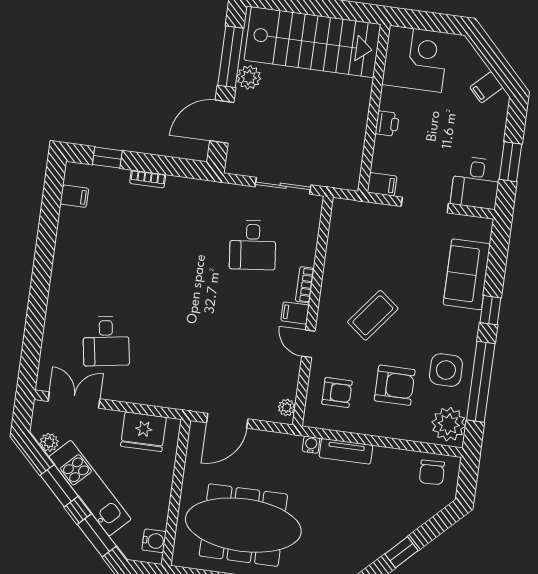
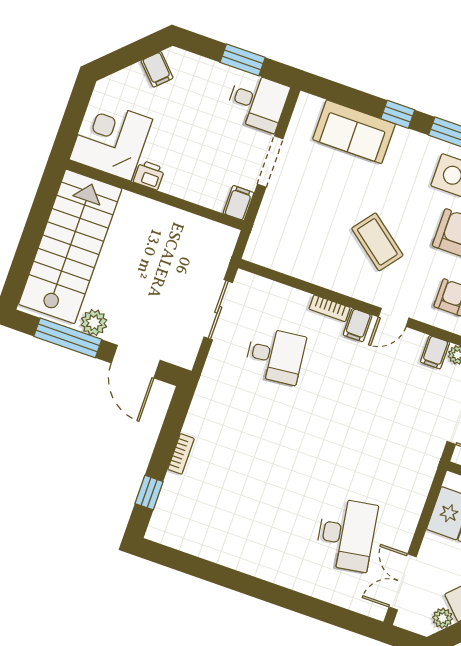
printer: (387, 124) -> (149, 175), moved
filing cabinet: (74, 196) -> (435, 352), moved, turned 180
desk: (106, 341) -> (346, 534), width x1.37

